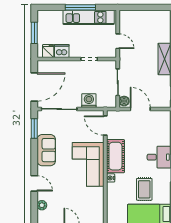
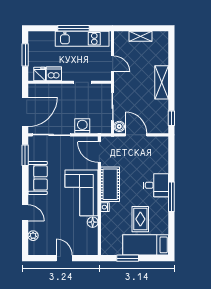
shelving: (144, 15) -> (140, 36), added
floor lamp: (99, 192) -> (93, 222), added

